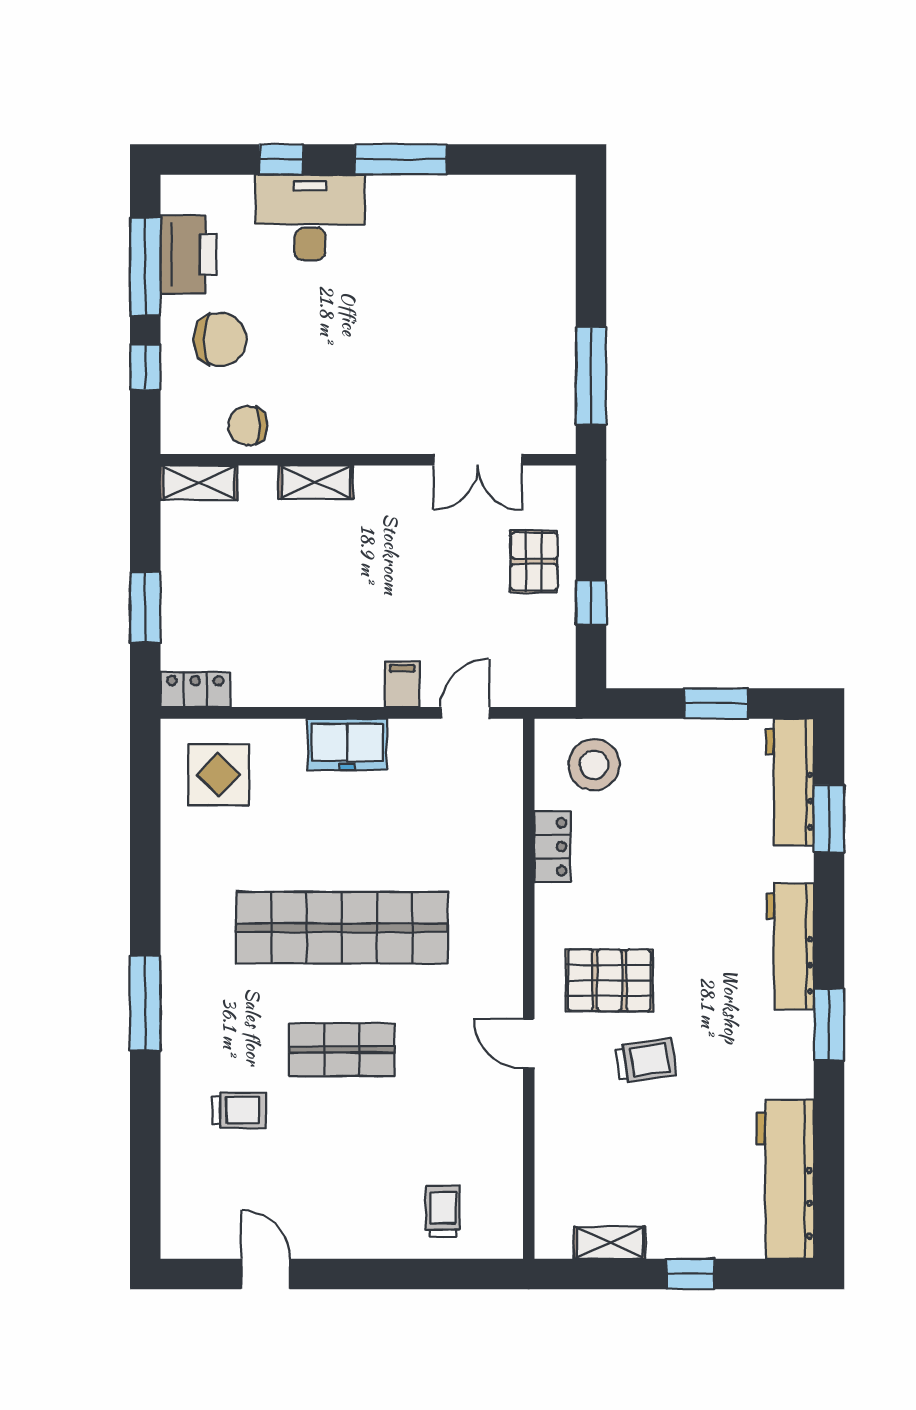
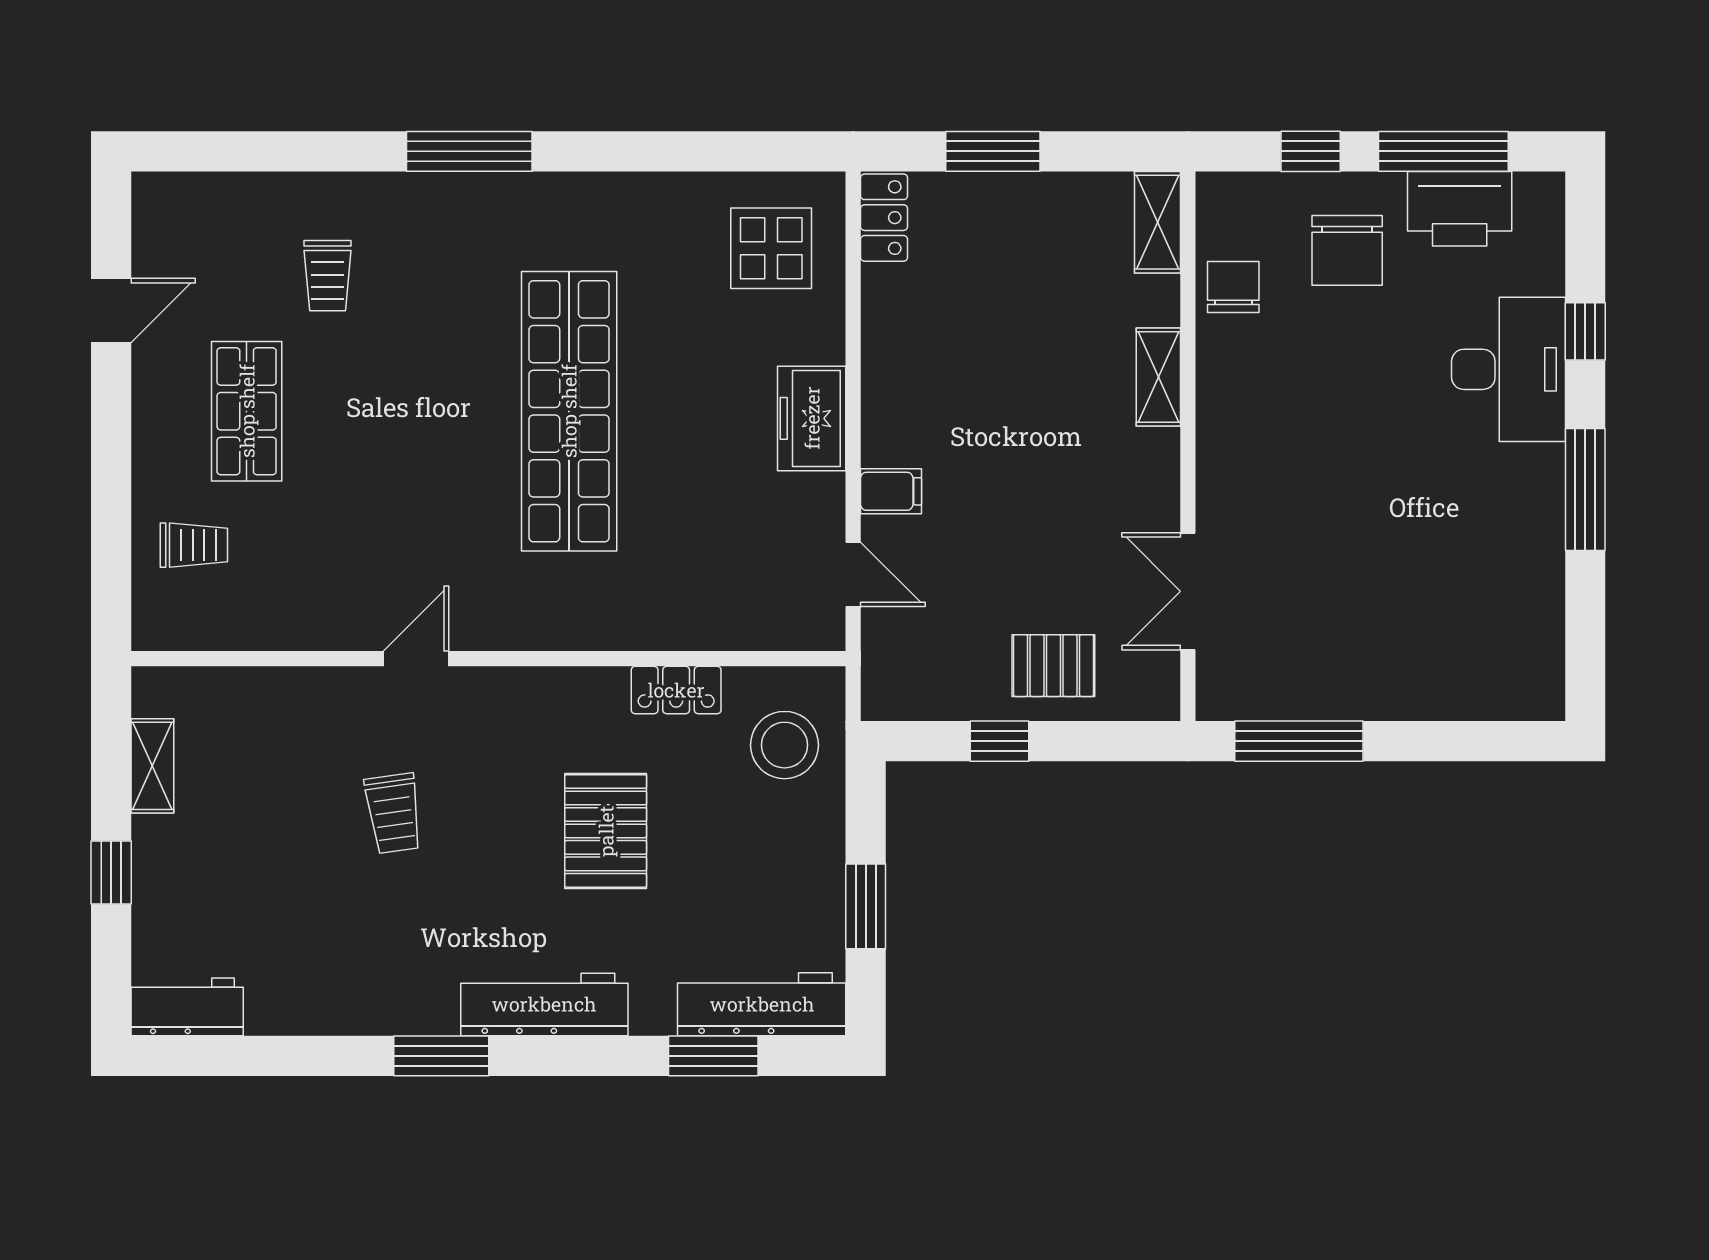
pallet: (609, 980) -> (606, 831), moved
shop shelf: (342, 1050) -> (247, 411), moved
workbench: (785, 1179) -> (187, 1007), width x0.53, depth x0.76

